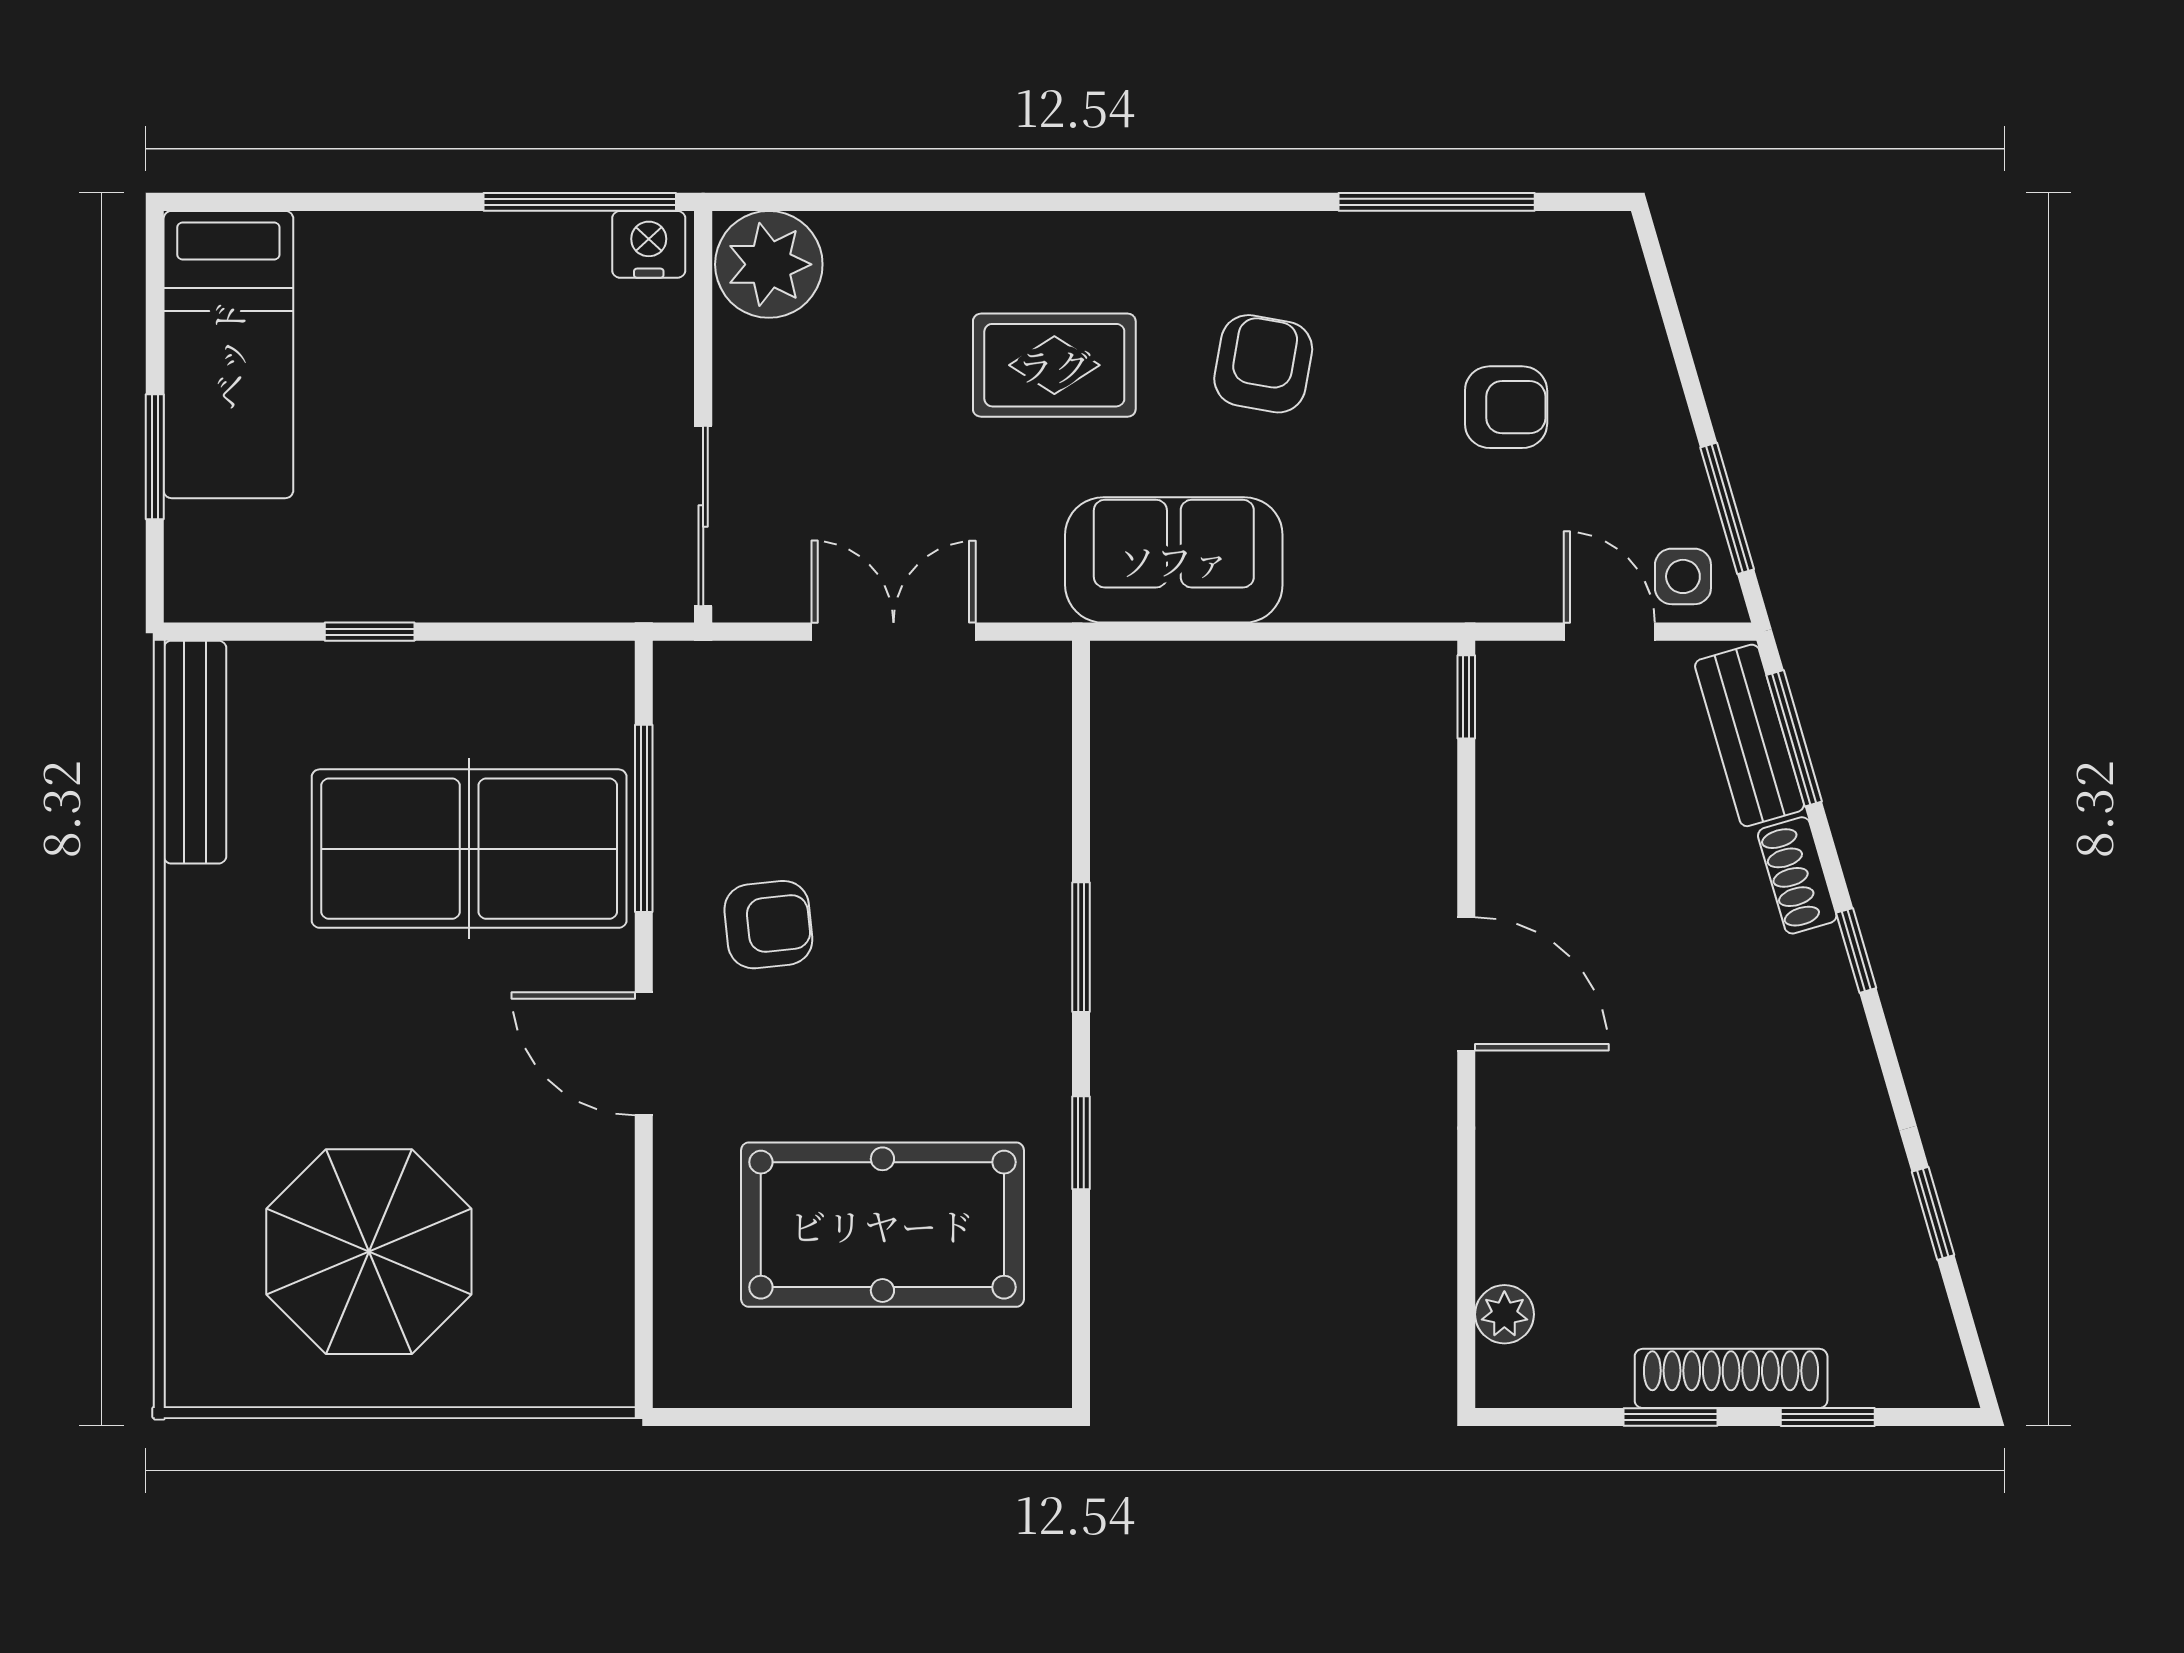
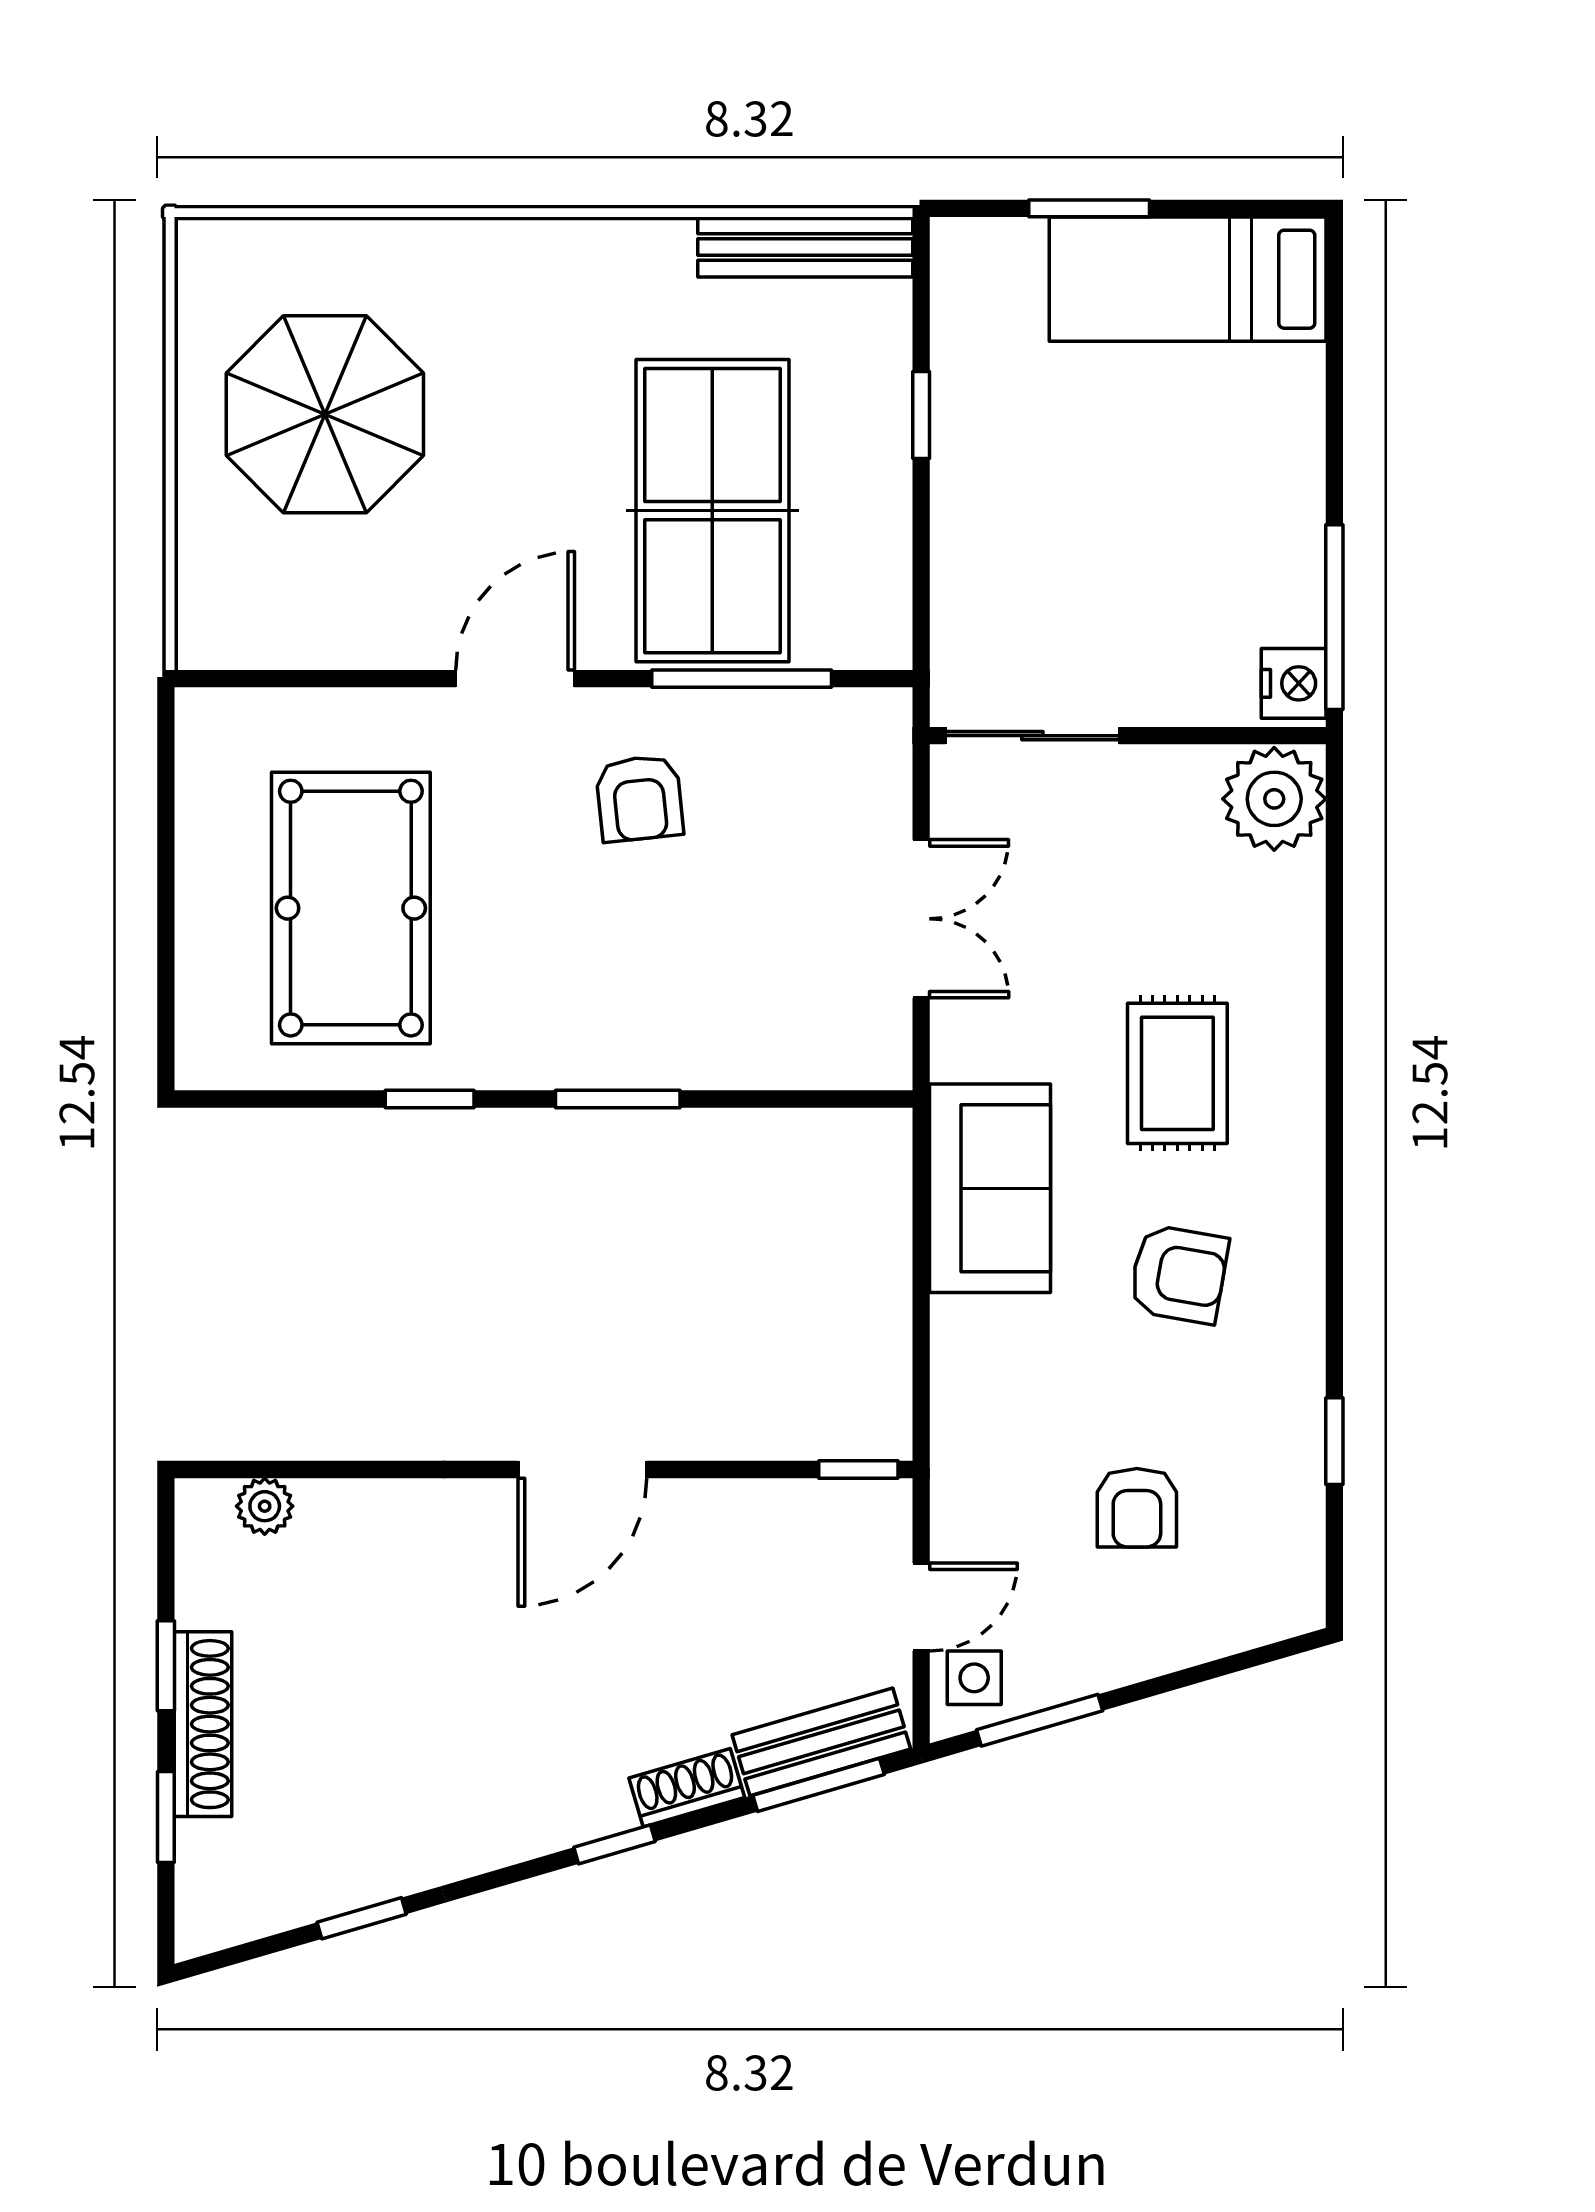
window: (1437, 202) -> (1334, 1441), width x0.46

